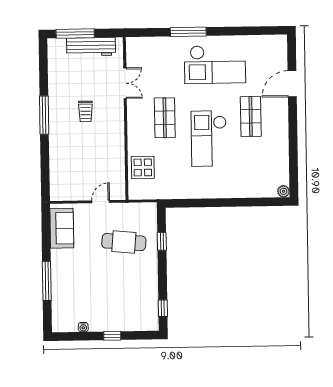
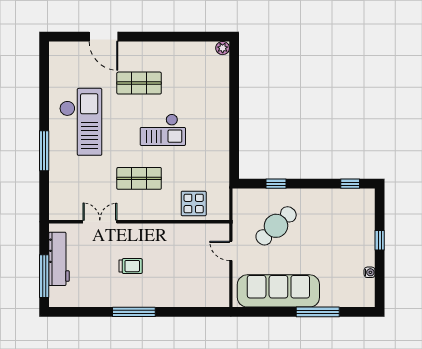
checkout: (209, 139) -> (163, 130), width x0.73, depth x0.83
sofa: (62, 228) -> (278, 291), width x1.85, depth x1.27
cafe table: (124, 242) -> (276, 226), turned 42

